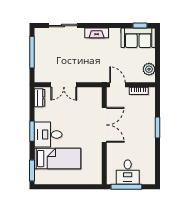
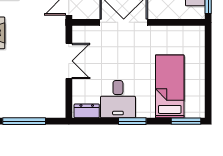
double door: (64, 85) -> (69, 61), moved
desk: (48, 135) -> (118, 99), moved

